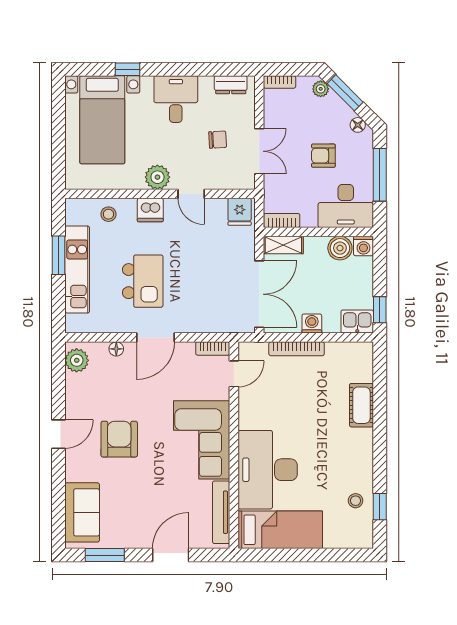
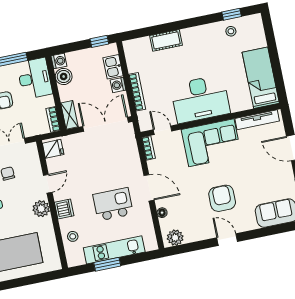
kitchen sink: (357, 322) -> (113, 67), moved
armchair: (119, 439) -> (222, 198), turned 90
desk: (268, 470) -> (200, 99), moved

